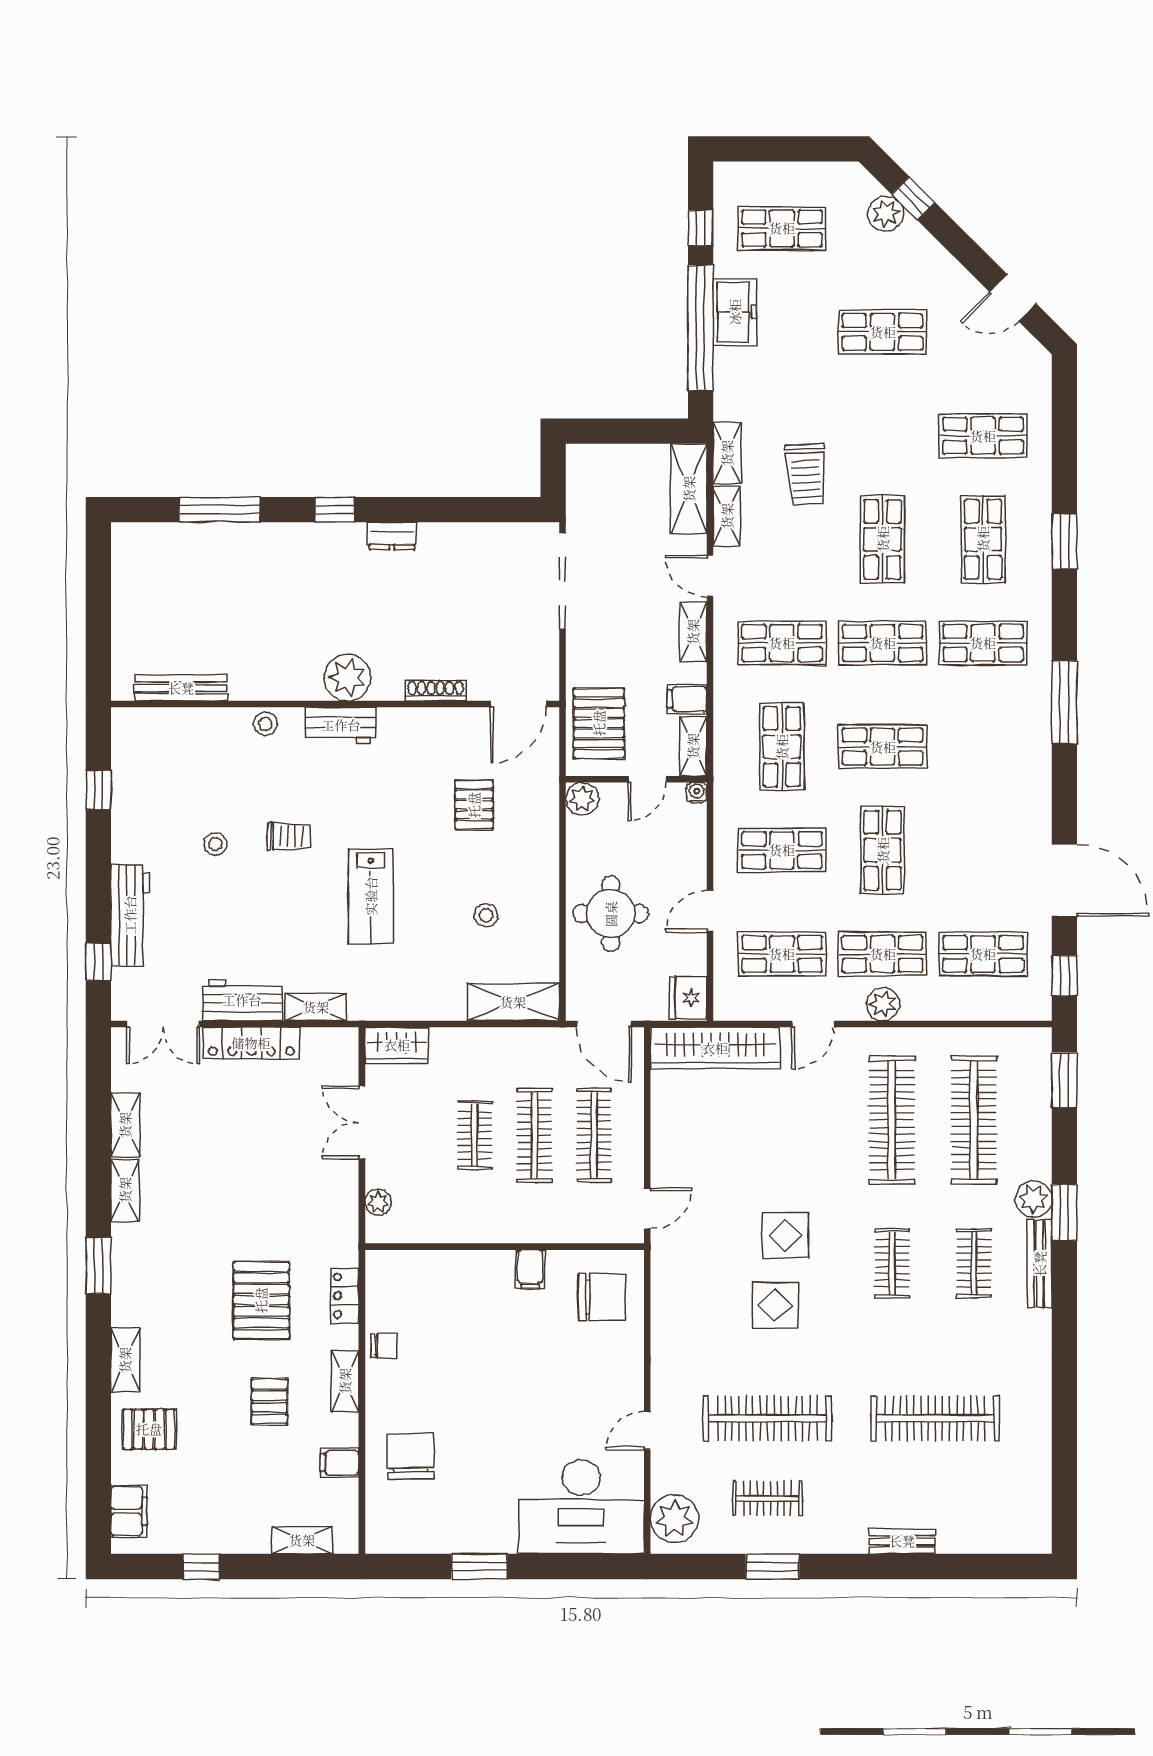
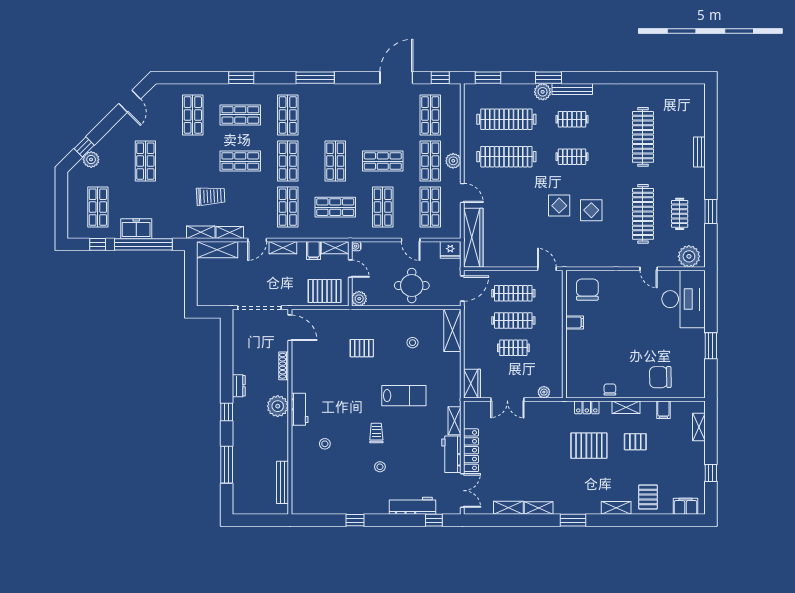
plant: (347, 678) -> (278, 406), moved
bench: (181, 688) -> (283, 482), moved
shoe rack: (436, 691) -> (284, 366), moved
wall: (335, 704) -> (290, 412), moved
door: (519, 704) -> (290, 328), moved
workbench: (341, 725) -> (300, 409), moved

